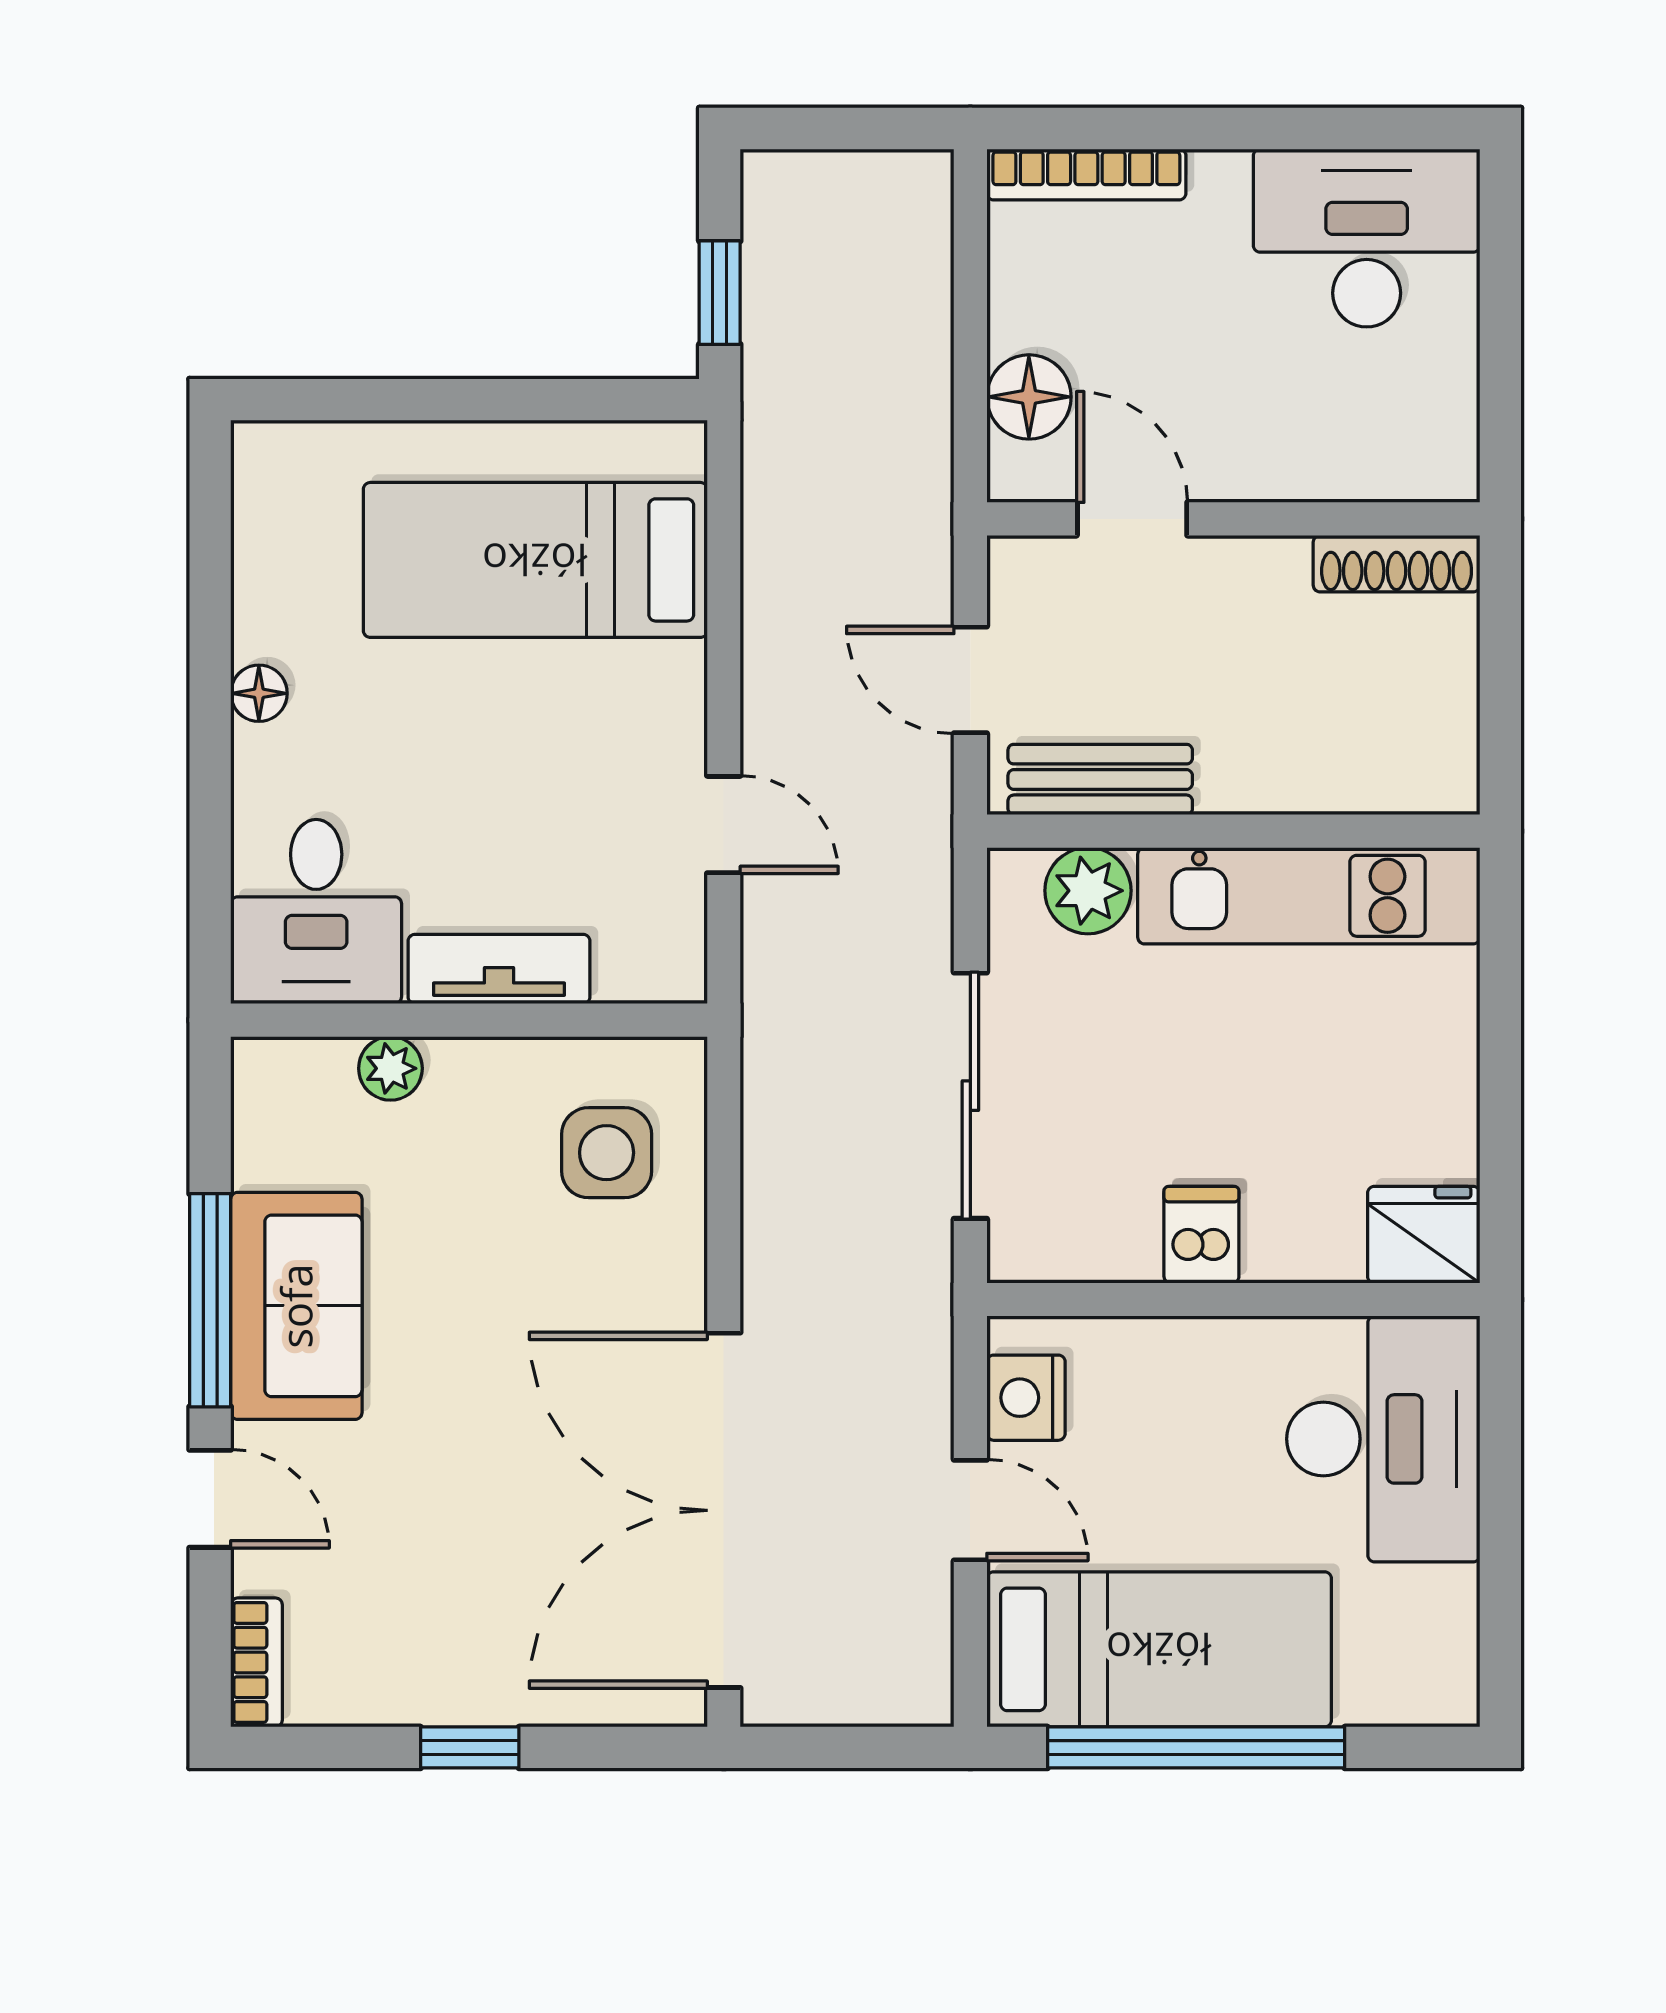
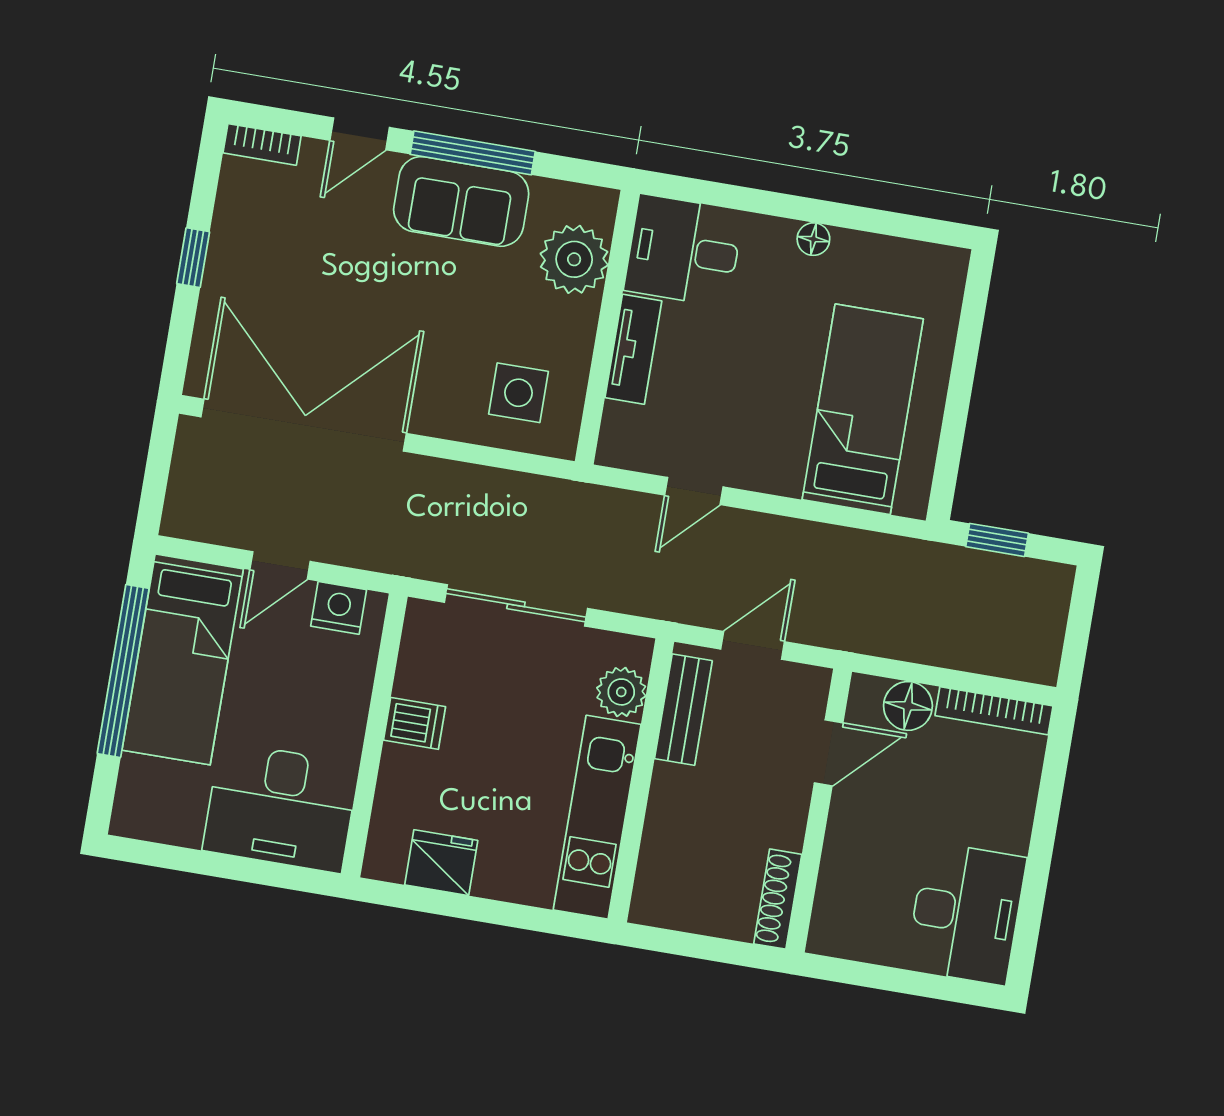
bookcase: (1086, 174) -> (994, 711), moved, turned -90
plant: (390, 1068) -> (574, 259), width x1.88, depth x1.88
fridge: (1424, 1235) -> (441, 863), moved, turned -90

